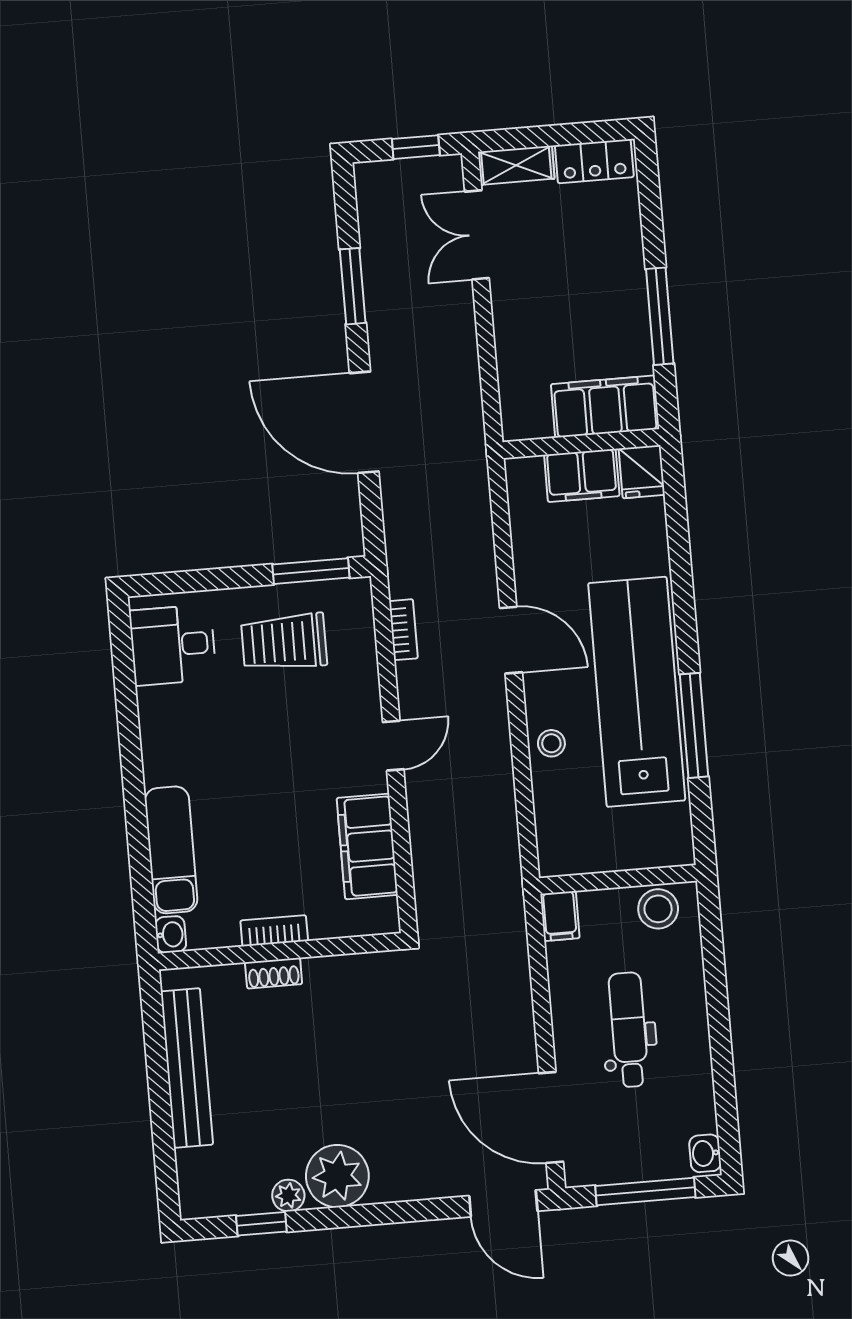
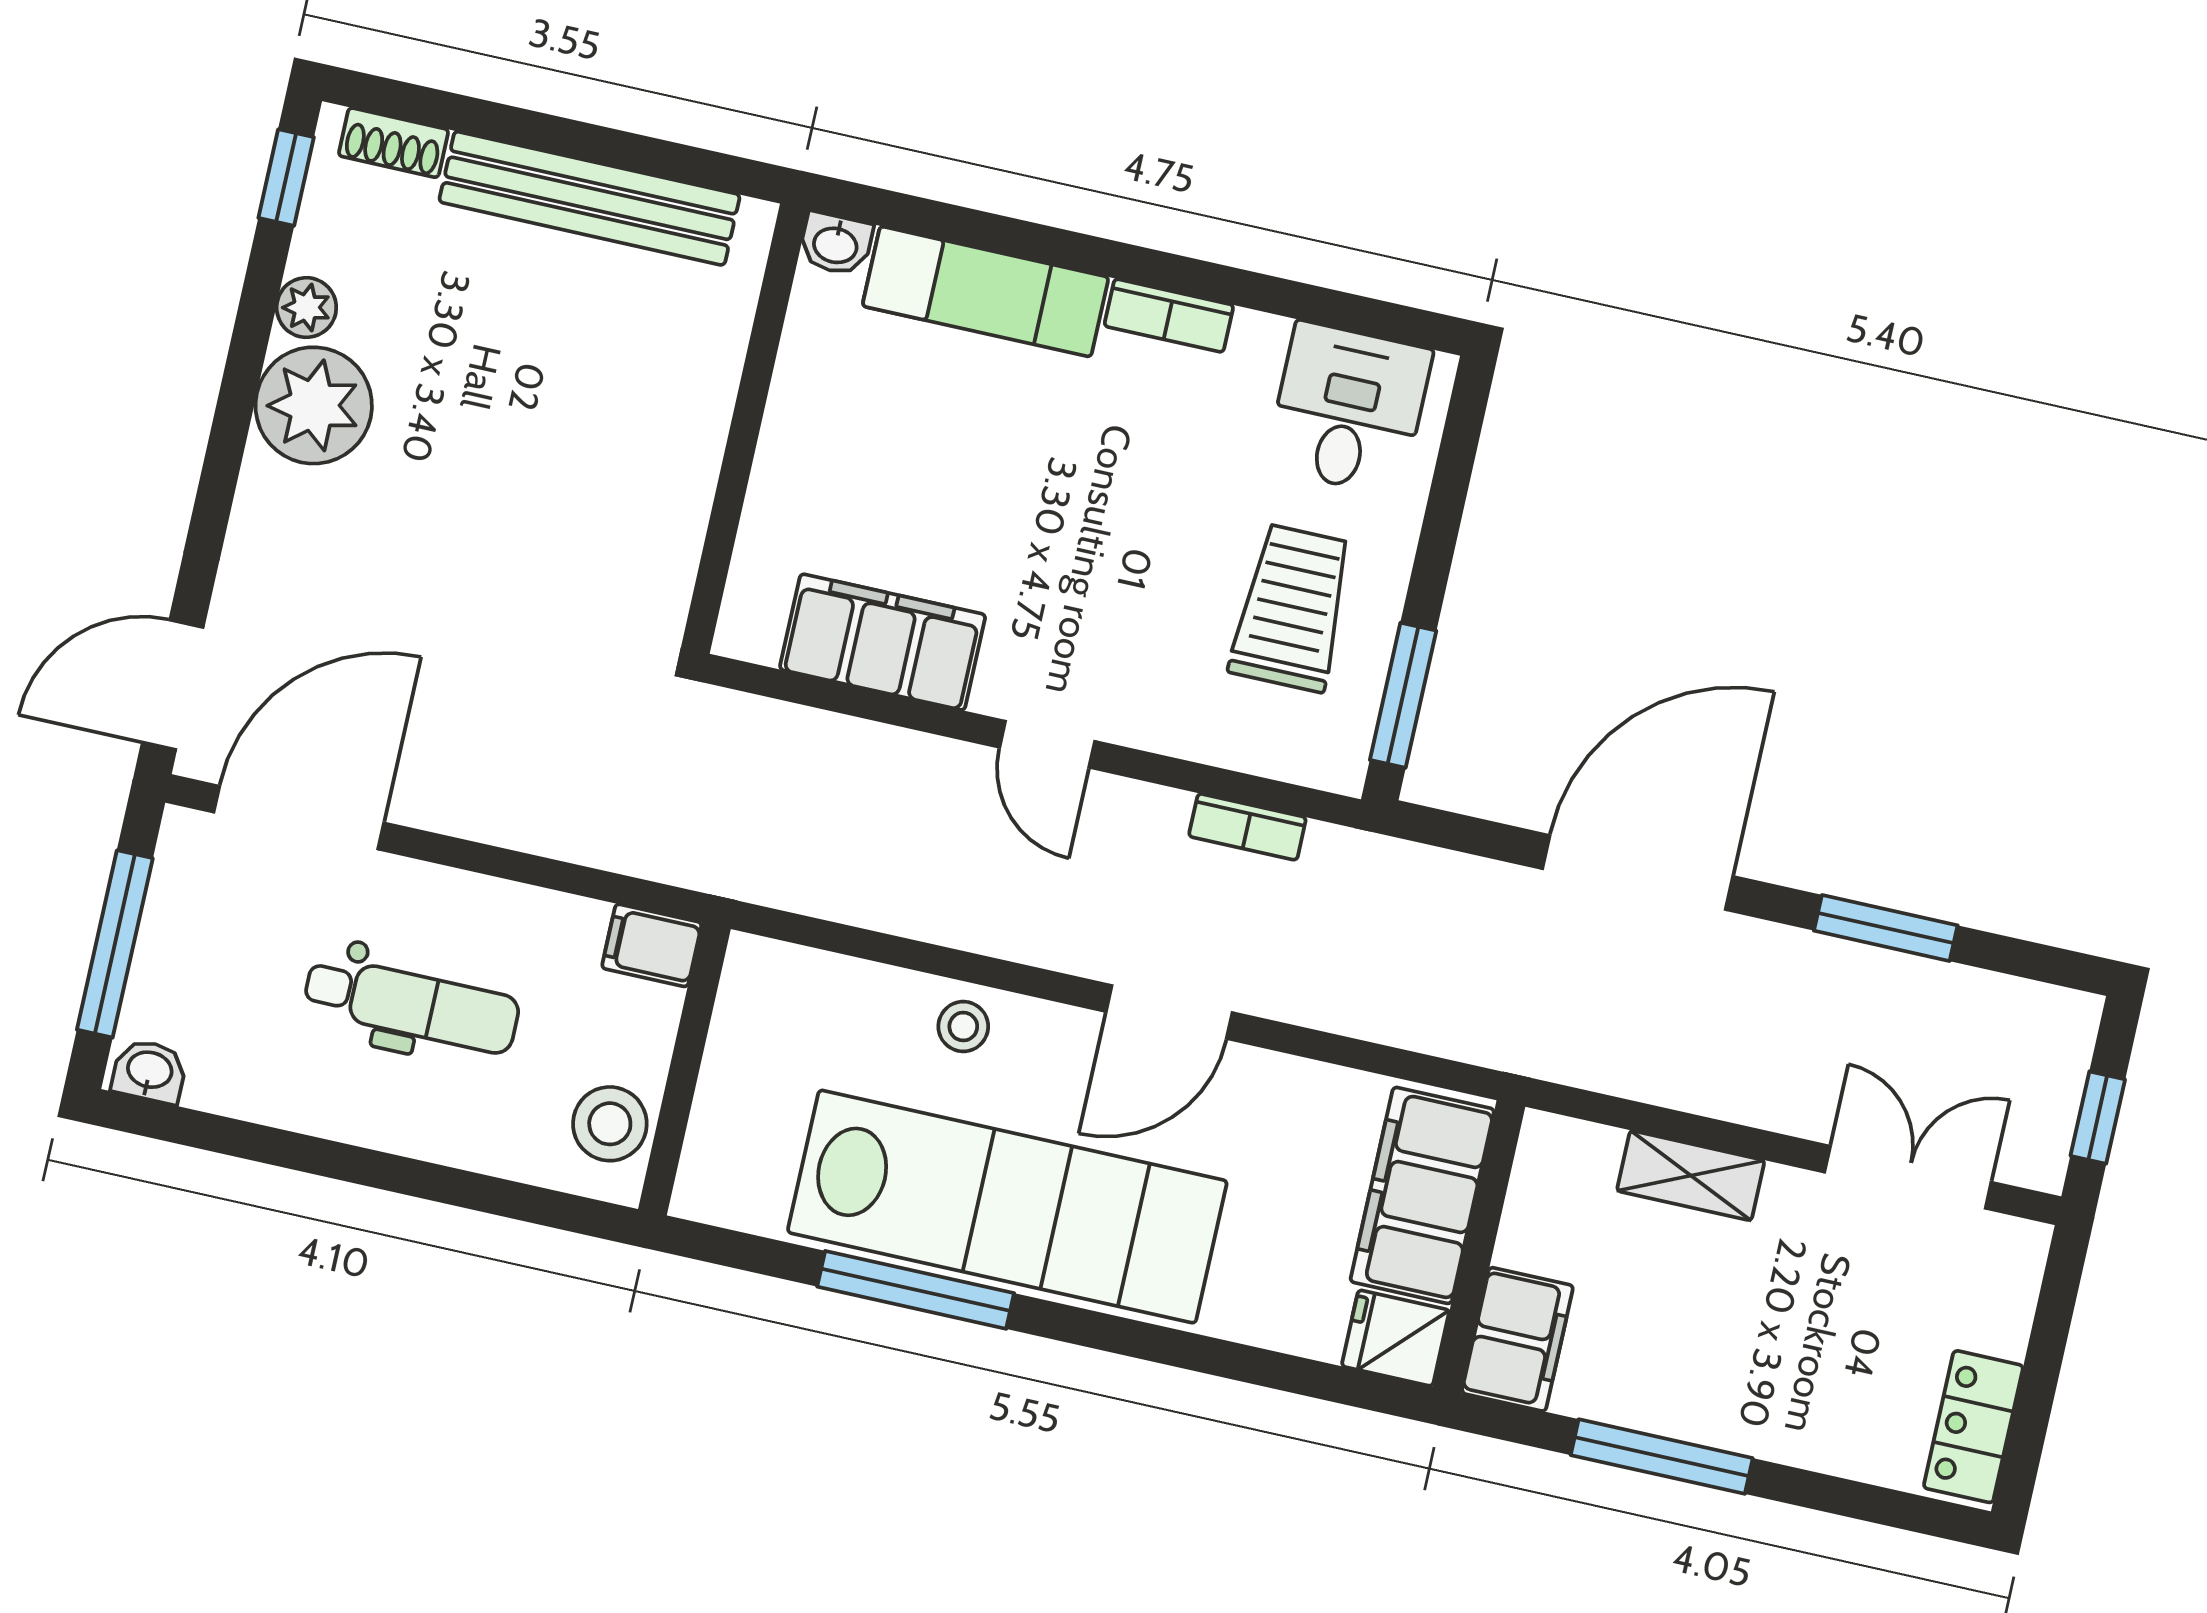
shelving: (516, 165) -> (1691, 1176), moved, turned 90
filing cabinet: (605, 407) -> (1517, 1339), width x0.67, depth x0.86
filing cabinet: (582, 475) -> (1422, 1195), width x1.50, depth x1.17
bookcase: (274, 931) -> (1169, 316), moved, turned 90
shoe rack: (274, 973) -> (393, 143), moved, turned -90
window: (261, 1224) -> (286, 178), moved

